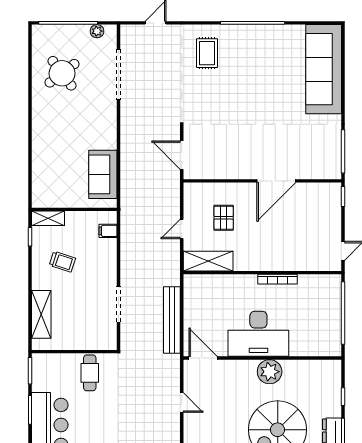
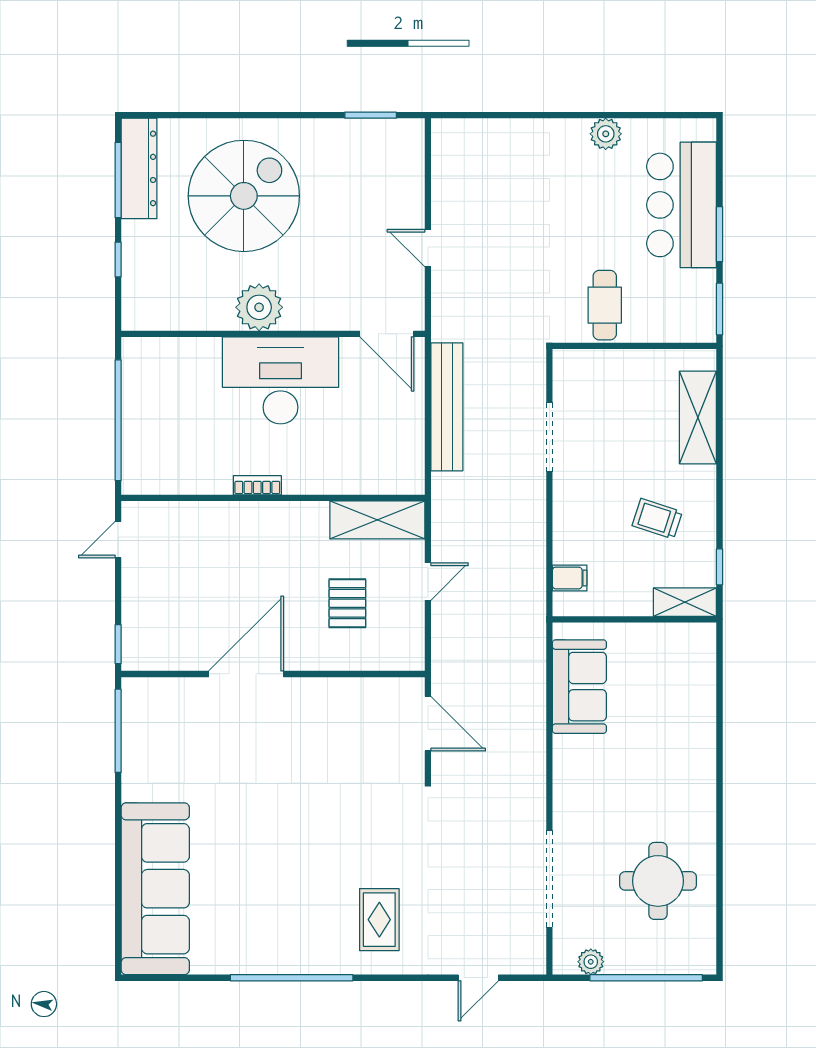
round table: (62, 73) -> (658, 881), turned 37
bookcase: (278, 279) -> (257, 485), width x0.64

